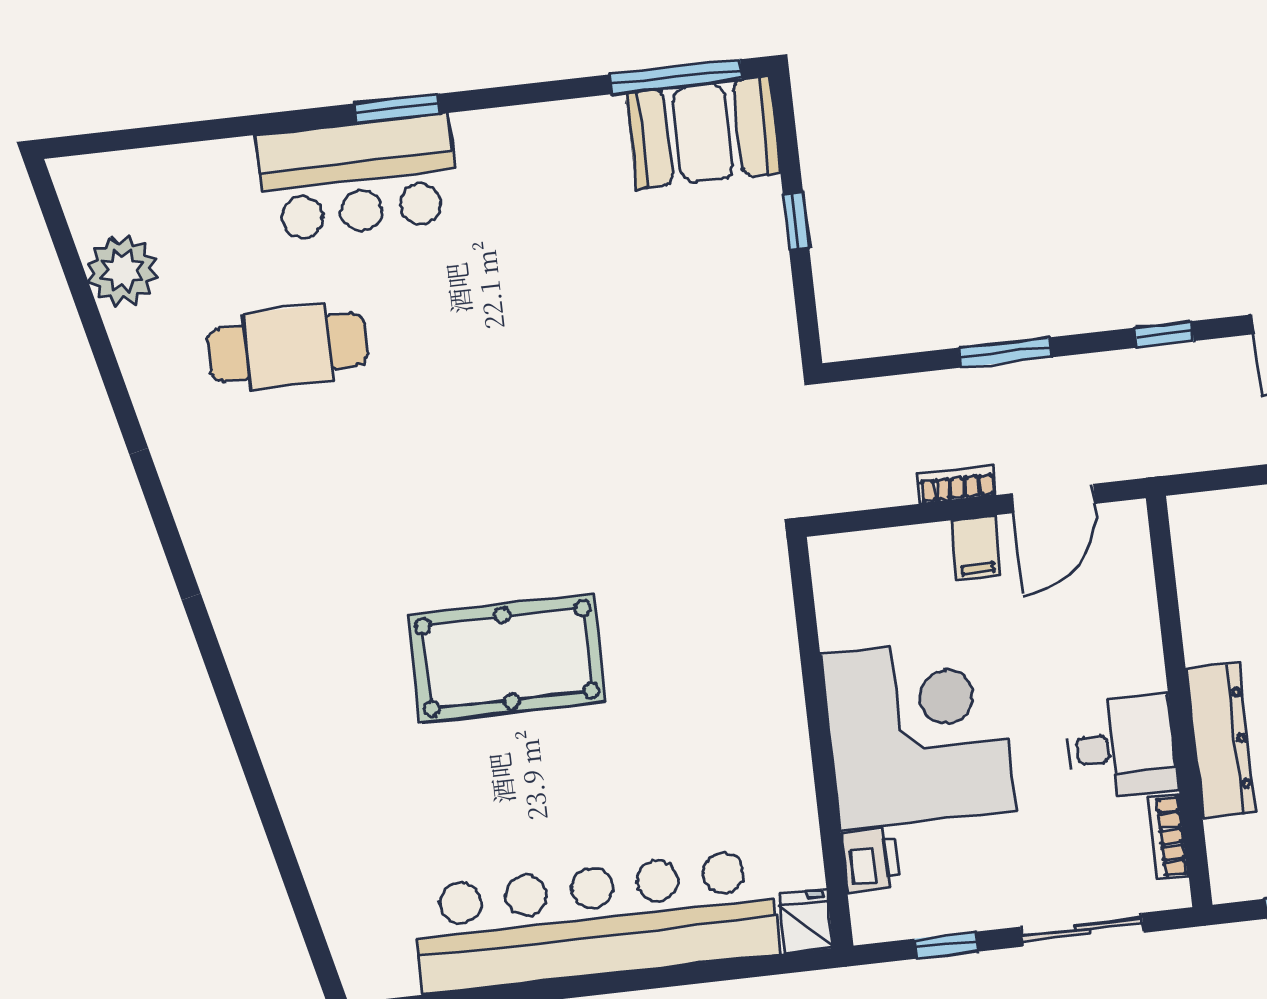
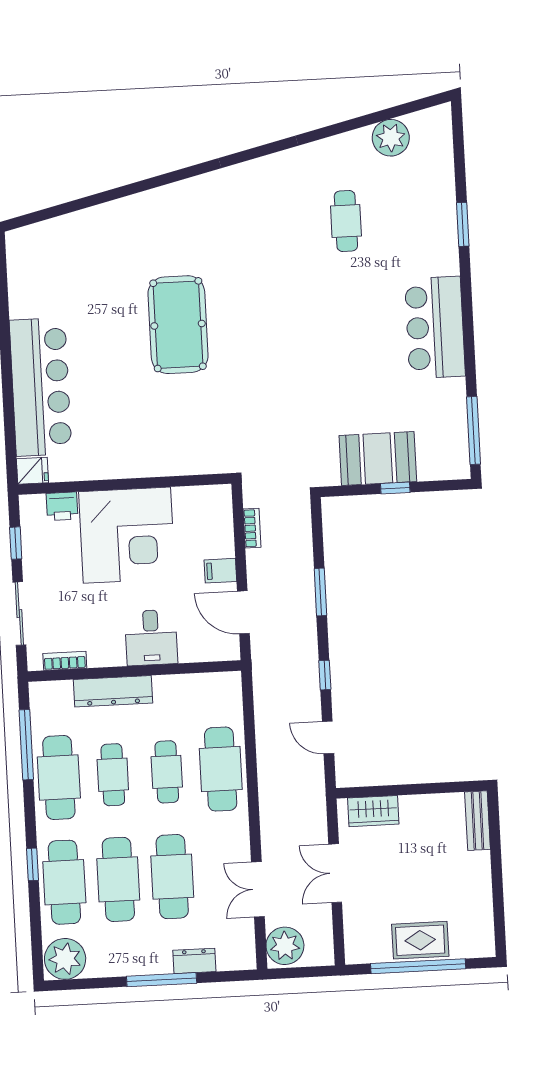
window: (398, 109) -> (463, 224), moved
booth: (703, 133) -> (378, 459), moved, turned 90
bar counter: (358, 177) -> (435, 327), moved
cafe table: (288, 347) -> (346, 221), width x0.73, depth x0.74
bookcase: (957, 484) -> (252, 528), moved
desk: (1121, 747) -> (151, 638), moved
bar counter: (596, 921) -> (41, 387), width x0.73

